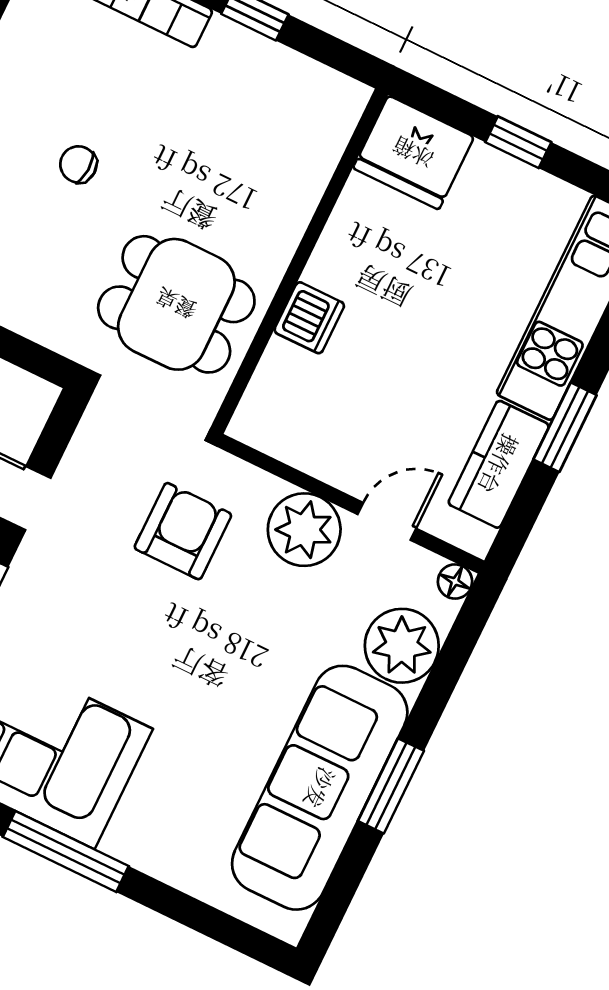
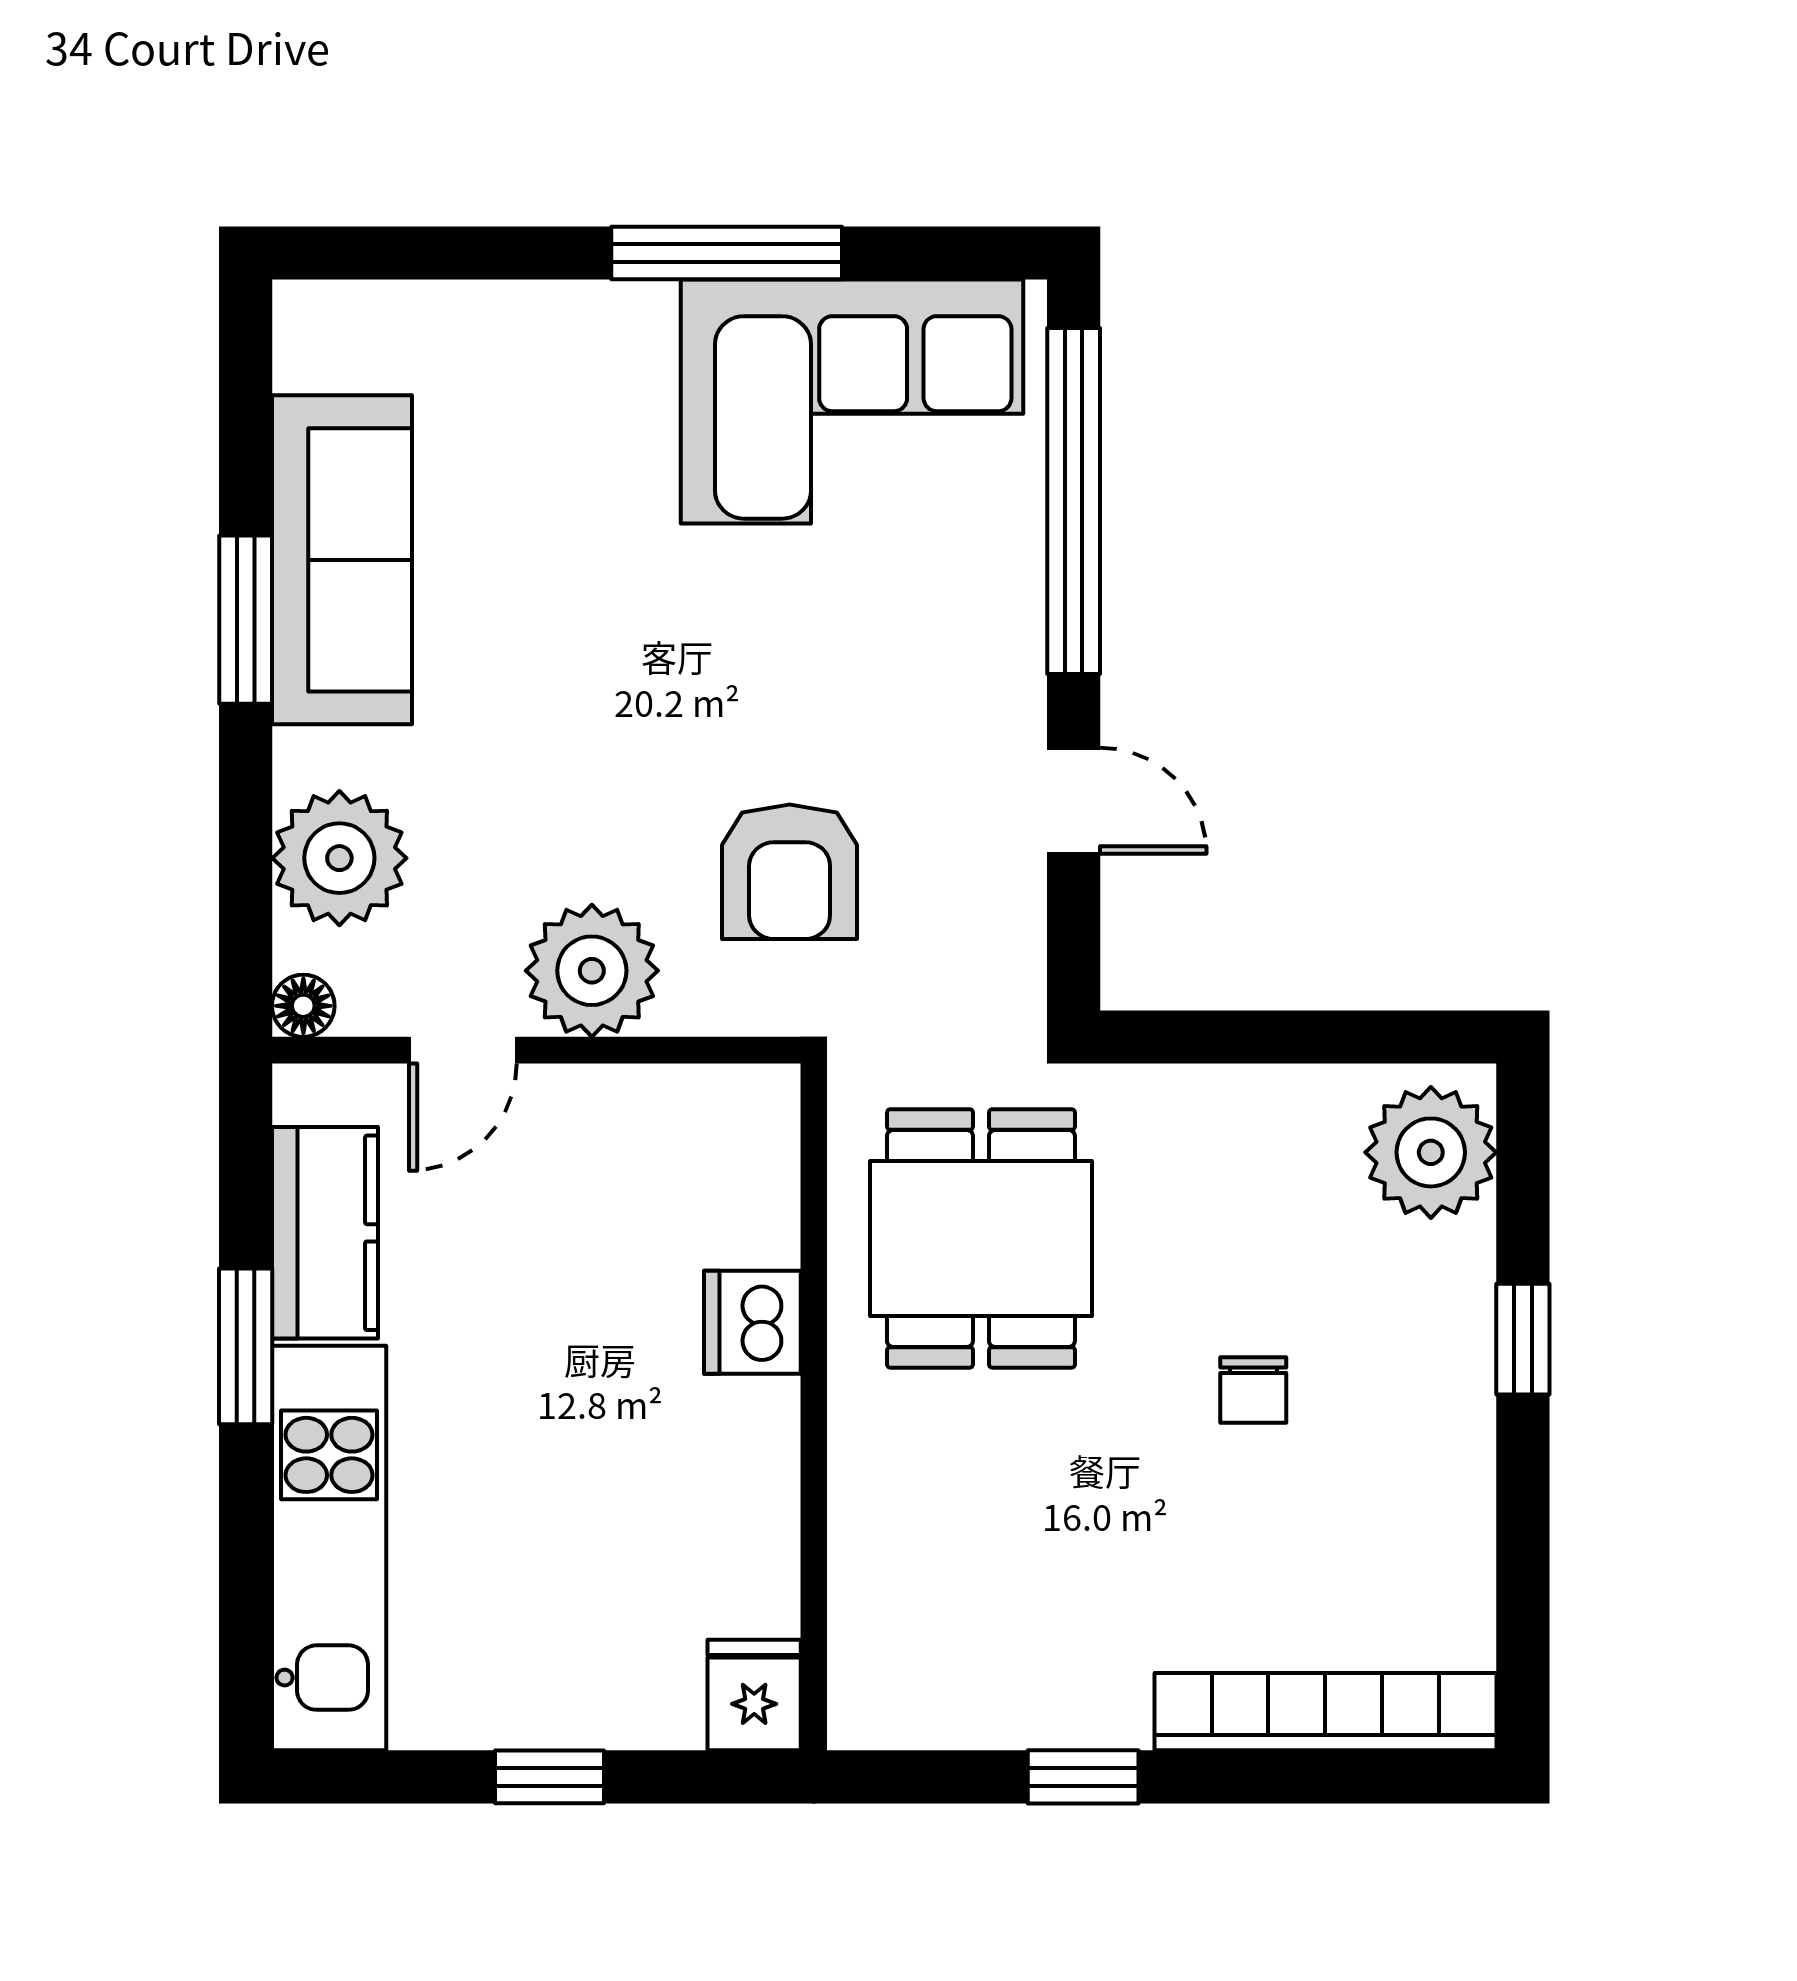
fridge: (413, 153) -> (754, 1695), width x0.53, depth x0.75
chair: (78, 164) -> (1253, 1390), turned 87
dining table: (176, 304) -> (981, 1238), turned 90
sofa: (320, 788) -> (342, 560), width x0.74, depth x0.79

